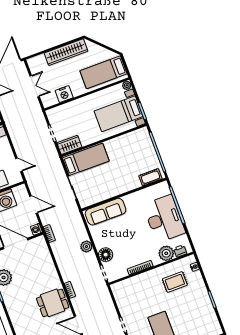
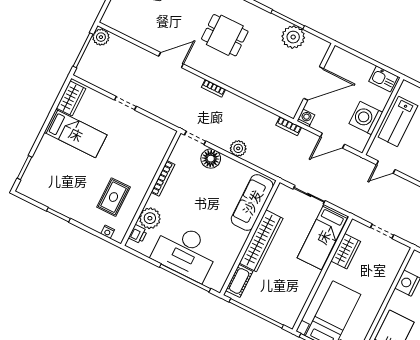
wardrobe: (69, 145) -> (346, 251), moved
wardrobe: (120, 187) -> (261, 241), added
dining table: (53, 303) -> (225, 35), moved, turned 90

